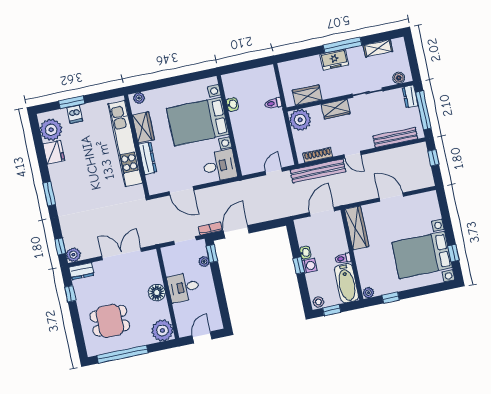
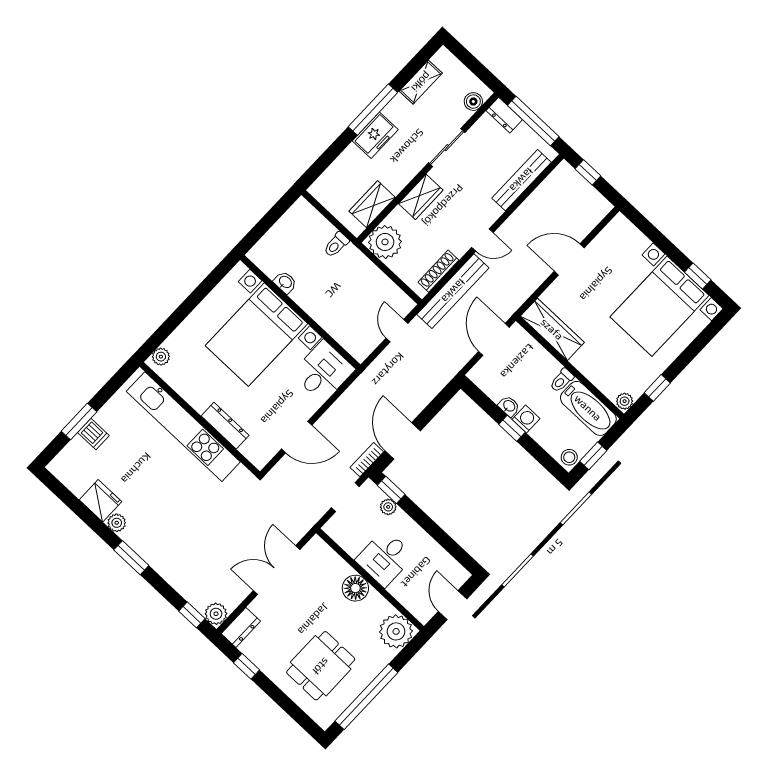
wardrobe: (143, 127) -> (192, 390), removed
plant: (51, 130) -> (117, 523), moved, width x0.53, depth x0.53

